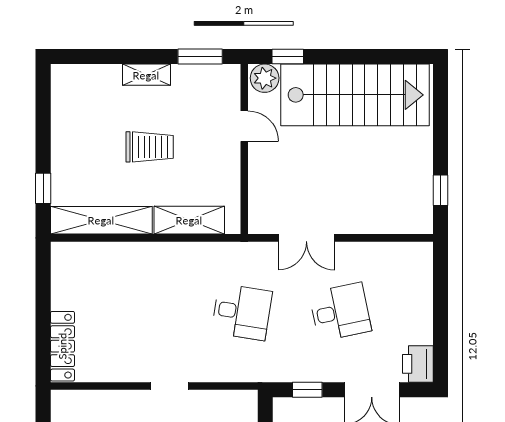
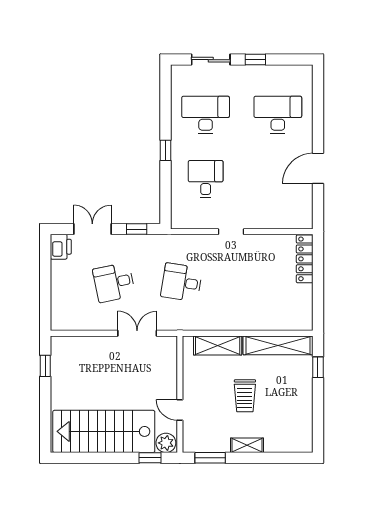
trolley: (150, 147) -> (245, 396), turned -90

